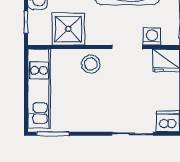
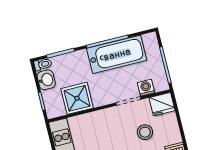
stool: (91, 64) -> (145, 132), moved

